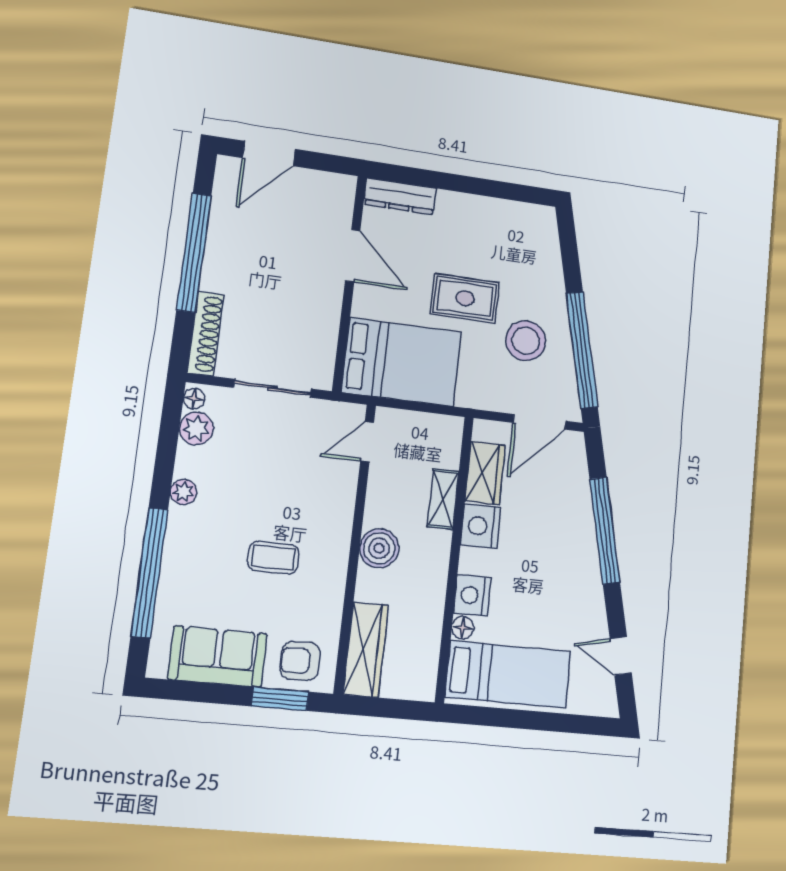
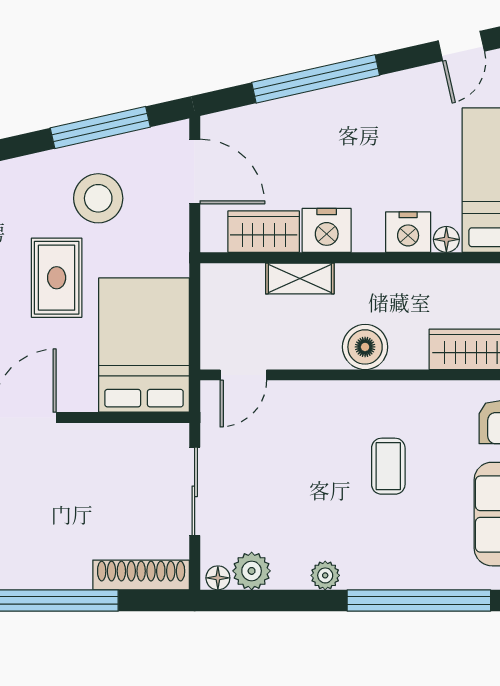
window: (582, 350) -> (100, 127), width x0.68
door: (367, 442) -> (243, 375), hinge flipped

